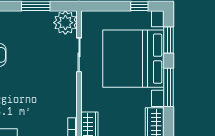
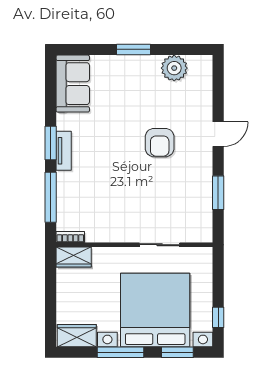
plant: (65, 23) -> (198, 228), removed

